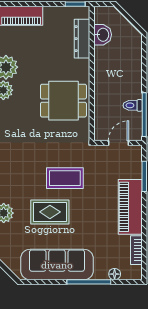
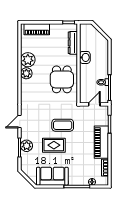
washbasin: (103, 35) -> (85, 57), moved
dining table: (63, 101) -> (62, 79), turned 90
sofa: (57, 265) -> (52, 176), width x0.73

